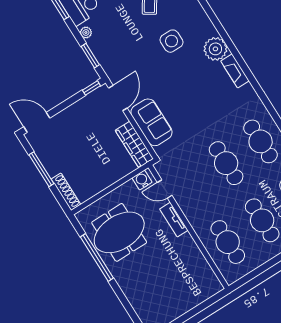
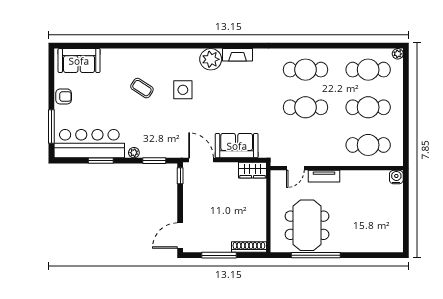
wardrobe: (134, 145) -> (253, 170), width x0.67
water cooler: (142, 180) -> (396, 177), moved, turned 90

